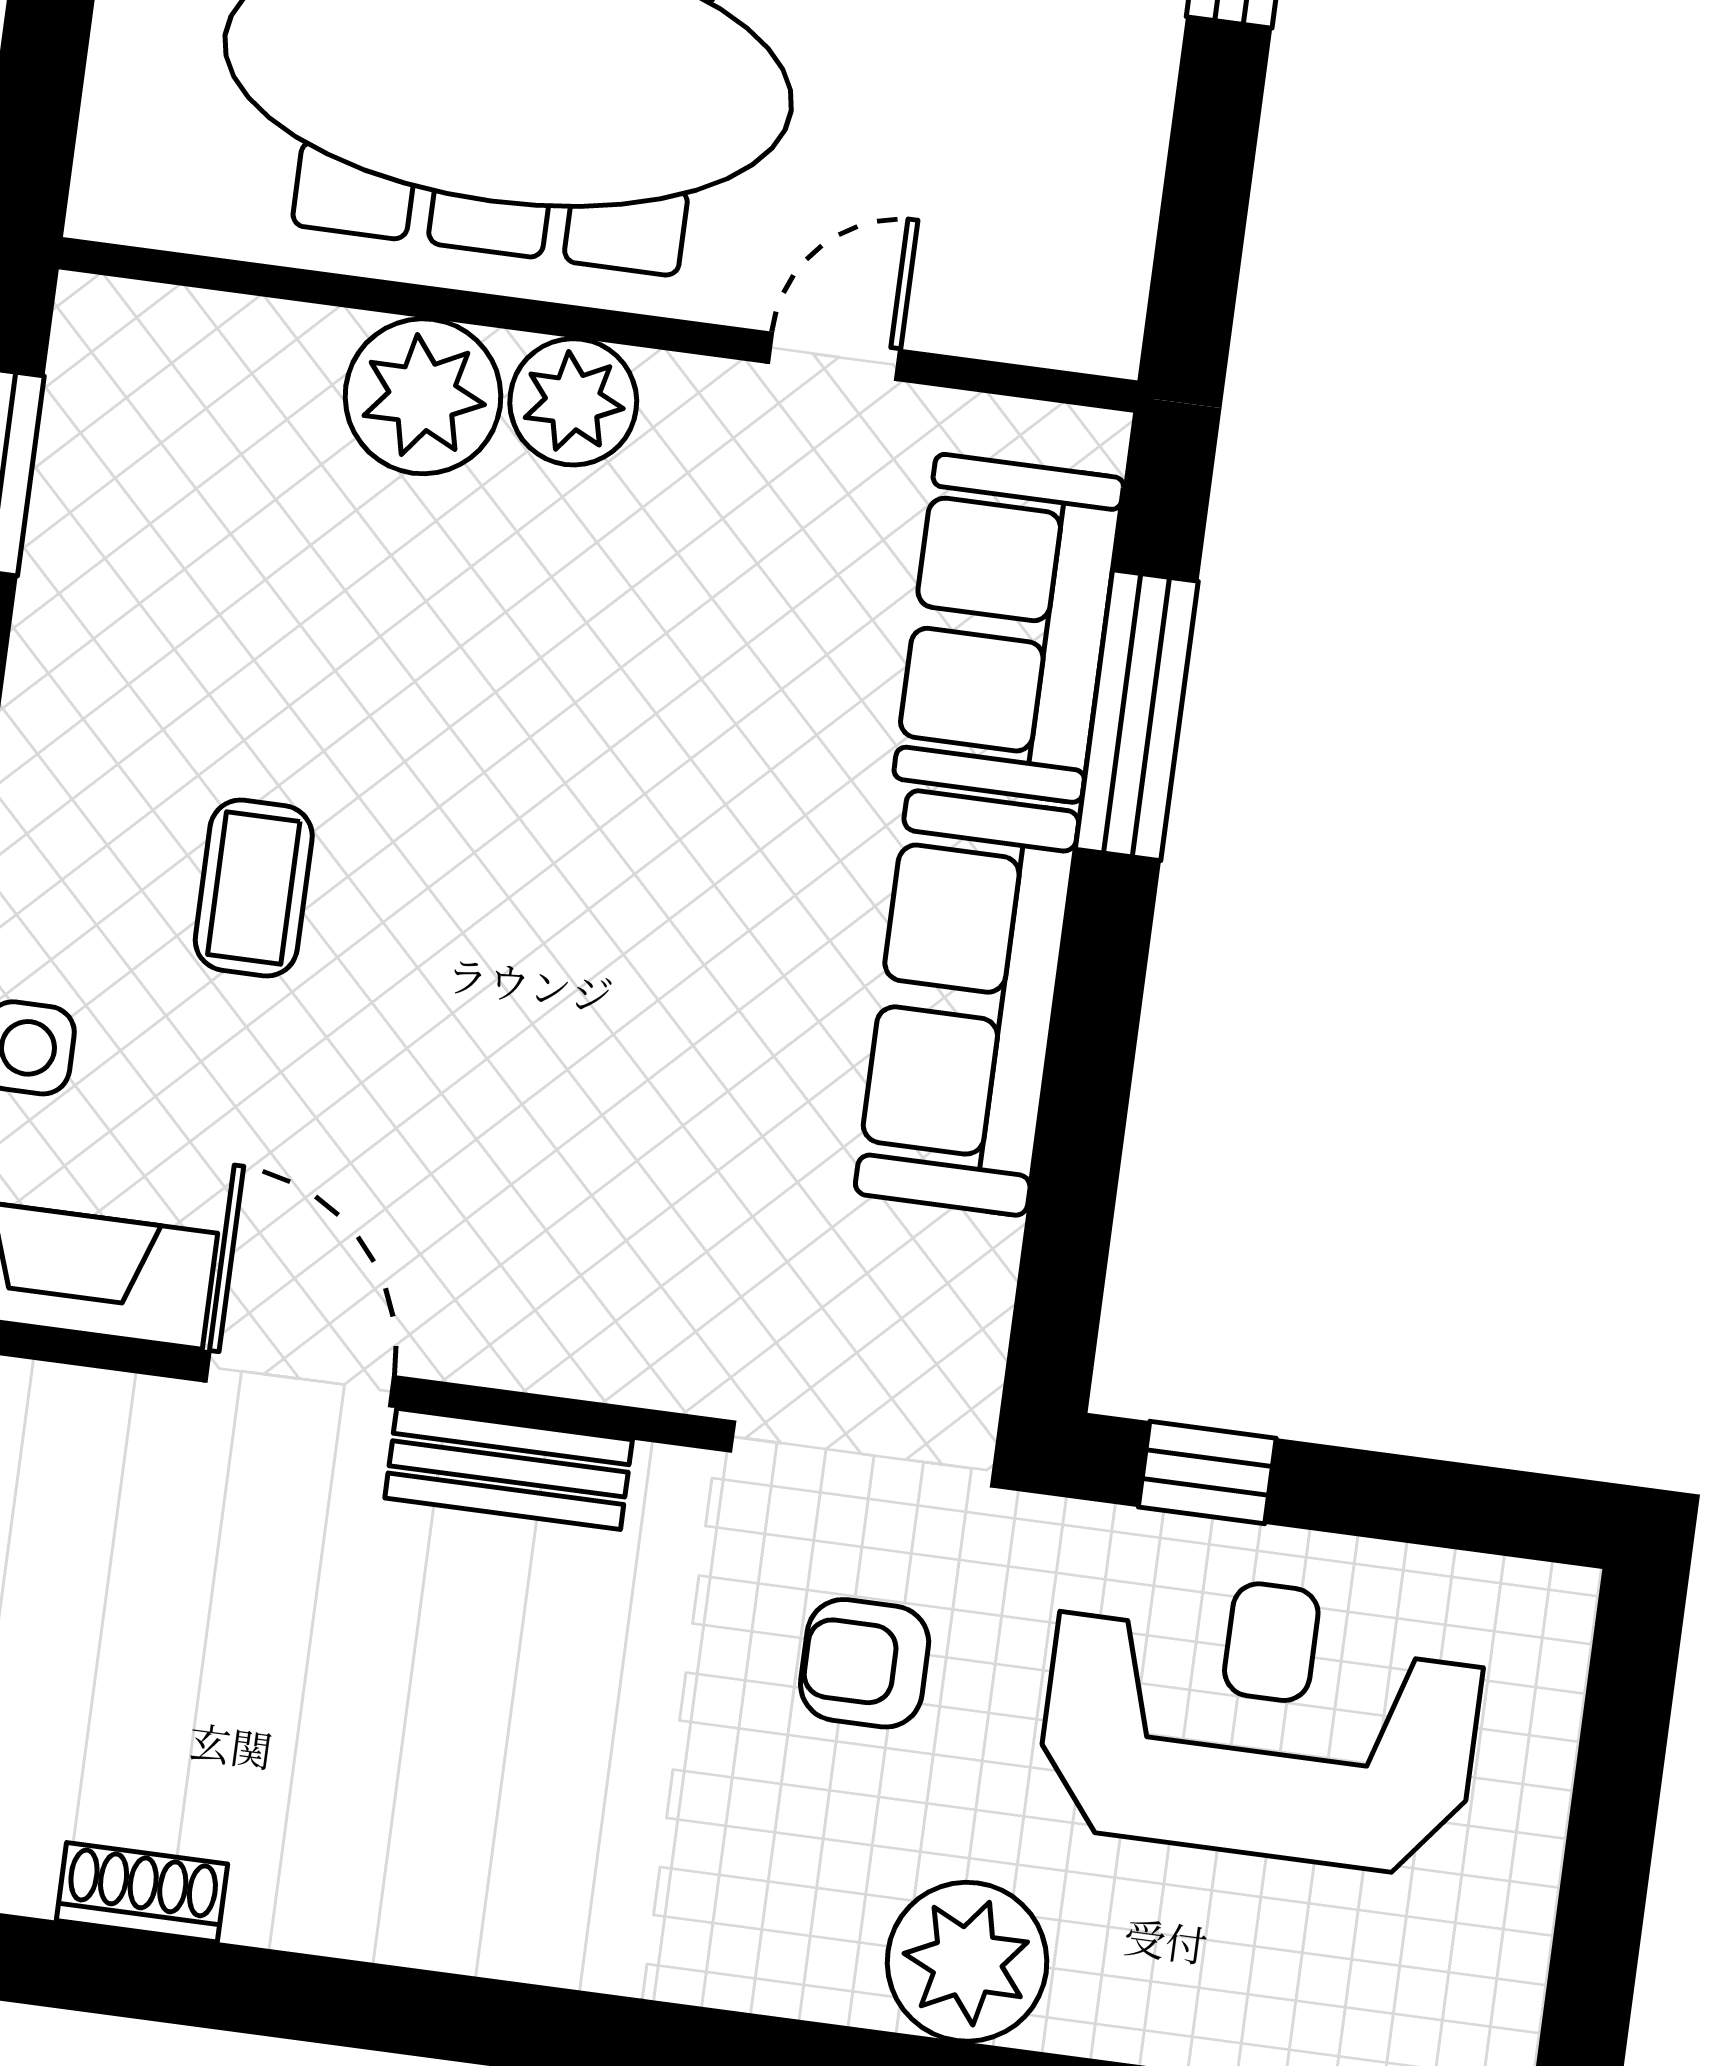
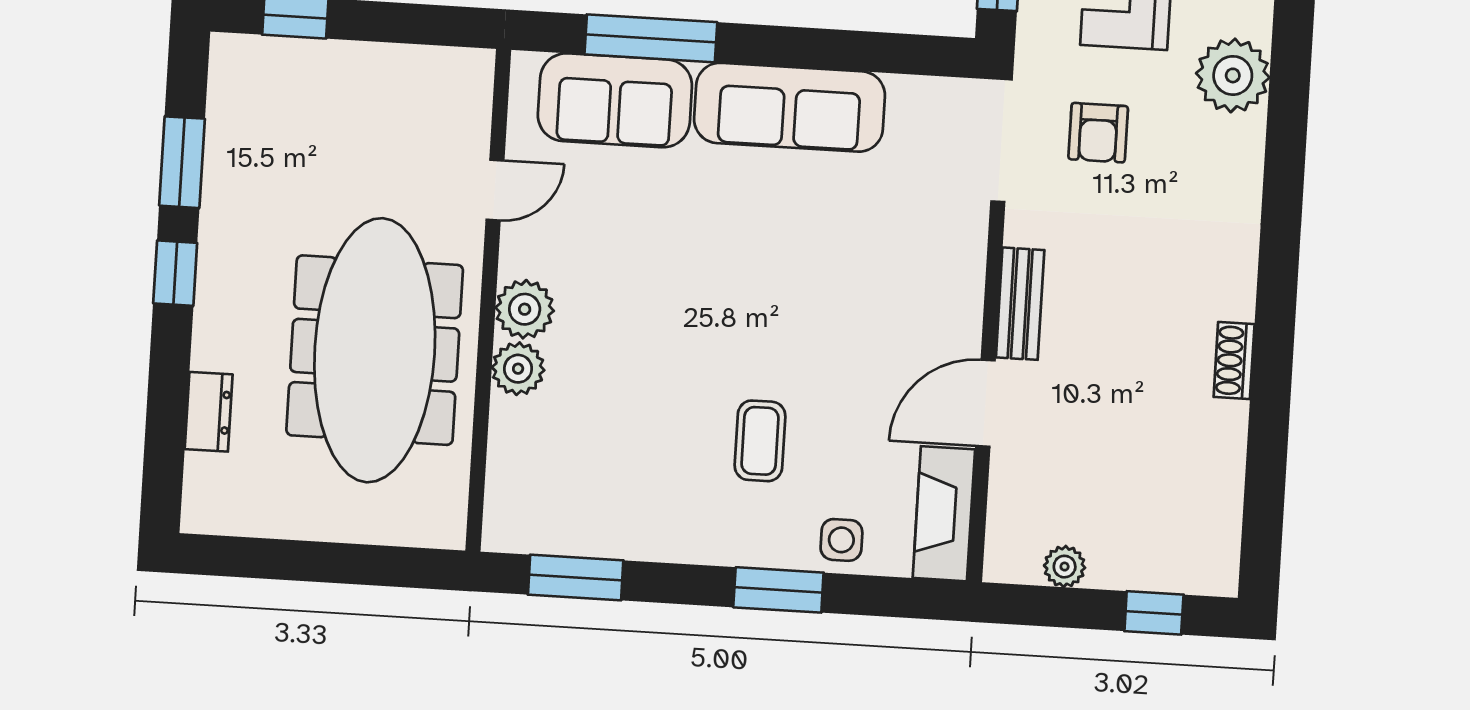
door: (834, 356) -> (495, 190), swing flipped
plant: (423, 396) -> (518, 369), width x0.73, depth x0.73
coffee table: (254, 888) -> (760, 441), turned 90
shoe rack: (142, 1892) -> (1234, 361), moved

